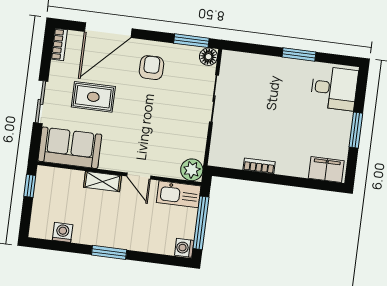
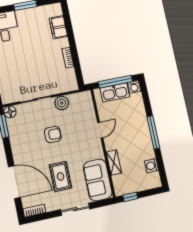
armchair: (151, 68) -> (53, 134), moved, turned 180
plant: (192, 170) -> (62, 103), moved
filing cabinet: (326, 170) -> (58, 27), moved
shelving: (102, 182) -> (114, 162), moved
kitchen sink: (179, 194) -> (115, 92), moved, turned 90
window: (109, 252) -> (153, 132), width x1.44

